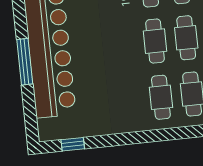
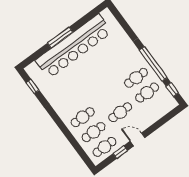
cafe table: (155, 41) -> (109, 97), removed

